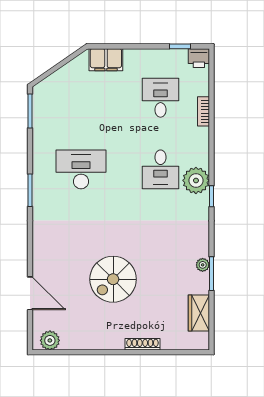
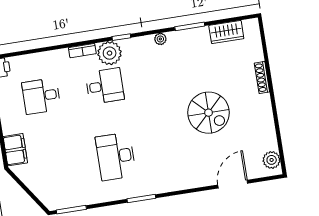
bookcase: (203, 111) -> (82, 51), moved
plant: (203, 265) -> (160, 39), moved

